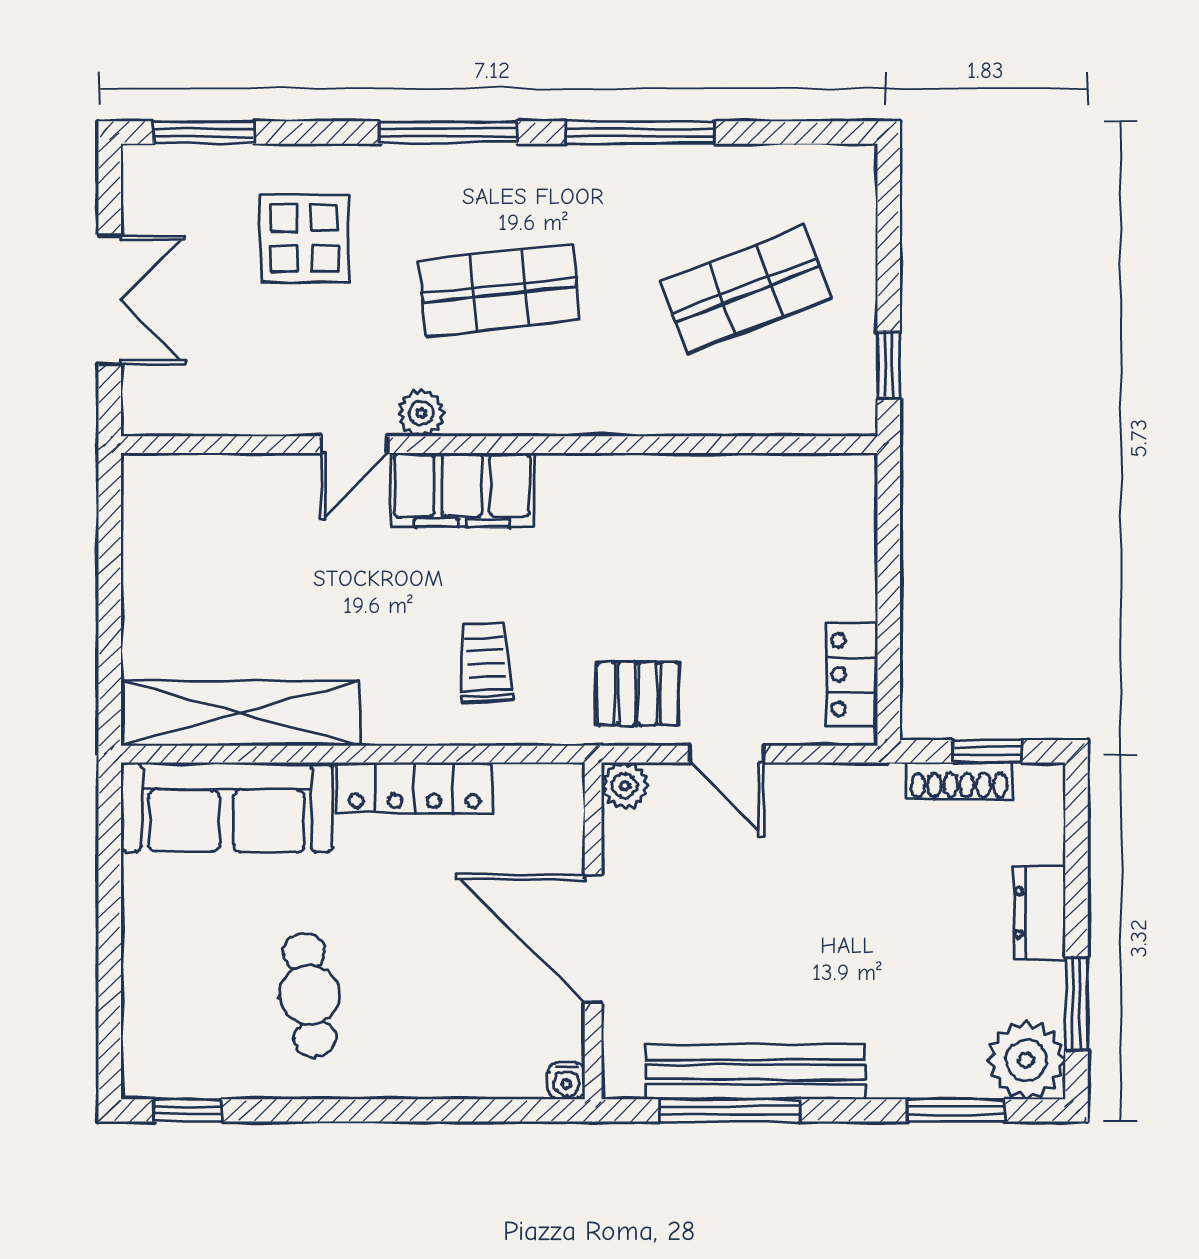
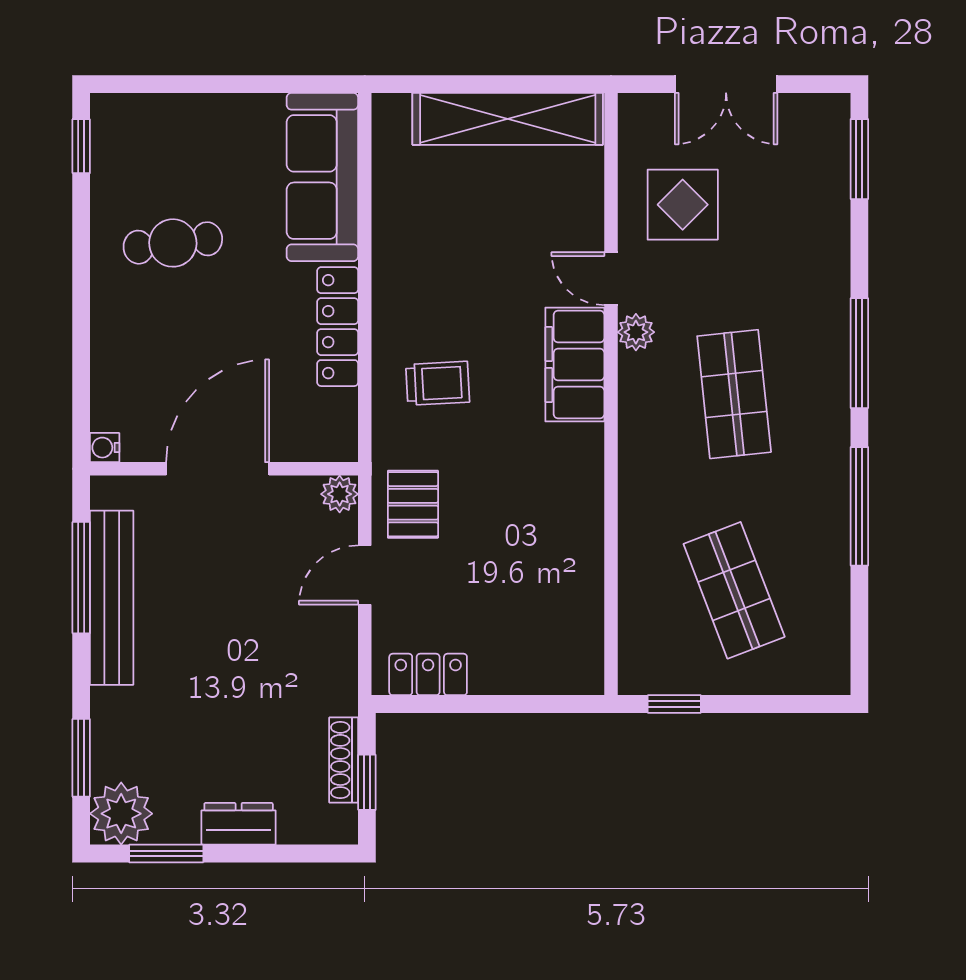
display table: (304, 238) -> (683, 205), moved
shelving: (240, 713) -> (508, 119), moved, turned 90

